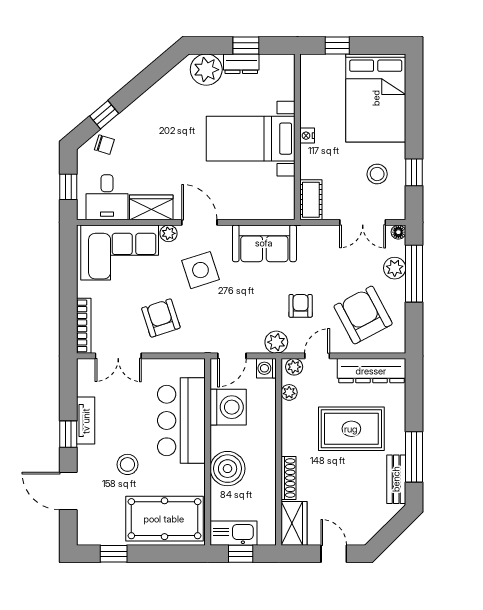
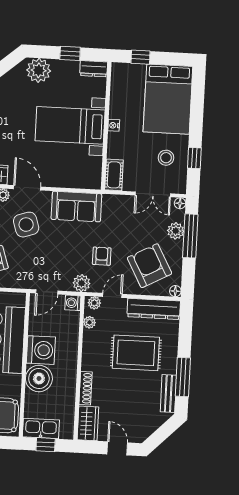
dresser: (241, 64) -> (94, 69), moved
floor lamp: (398, 346) -> (175, 291), added
washing machine: (228, 407) -> (41, 350), moved

